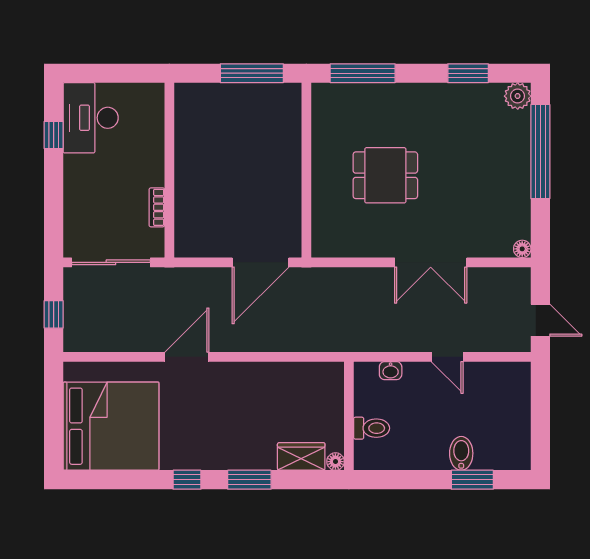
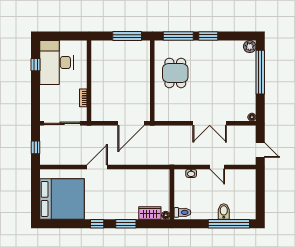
window: (468, 73) -> (208, 36), moved
desk: (91, 118) -> (56, 63), width x1.36, depth x1.30
dining table: (385, 175) -> (175, 73), moved, turned 90
toilet: (372, 428) -> (182, 212), moved
window: (472, 480) -> (229, 224), width x2.11

